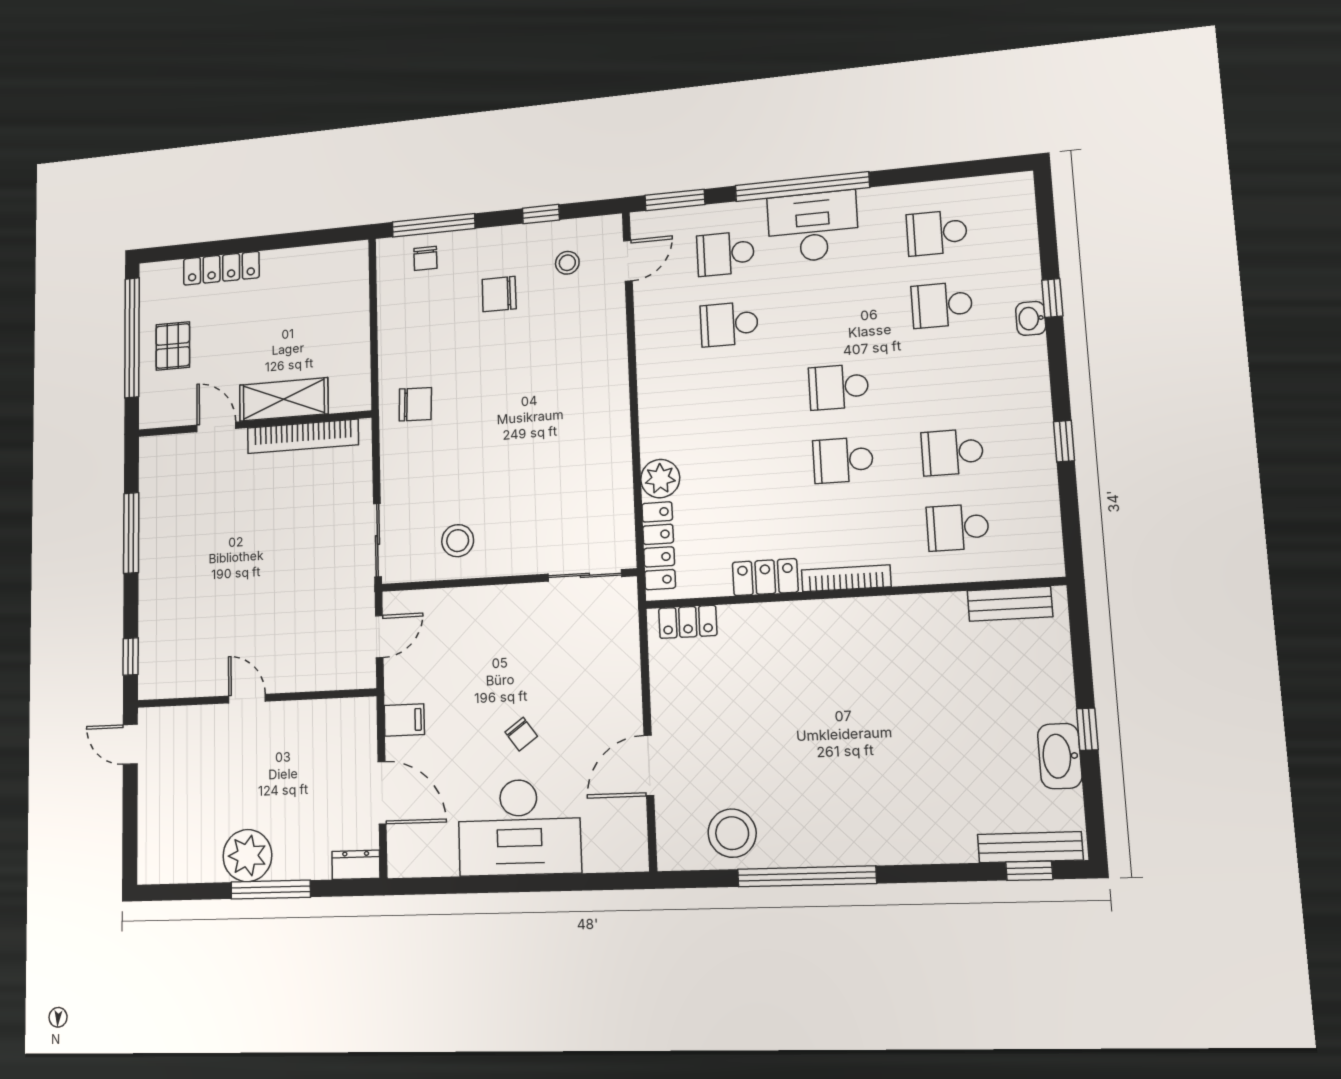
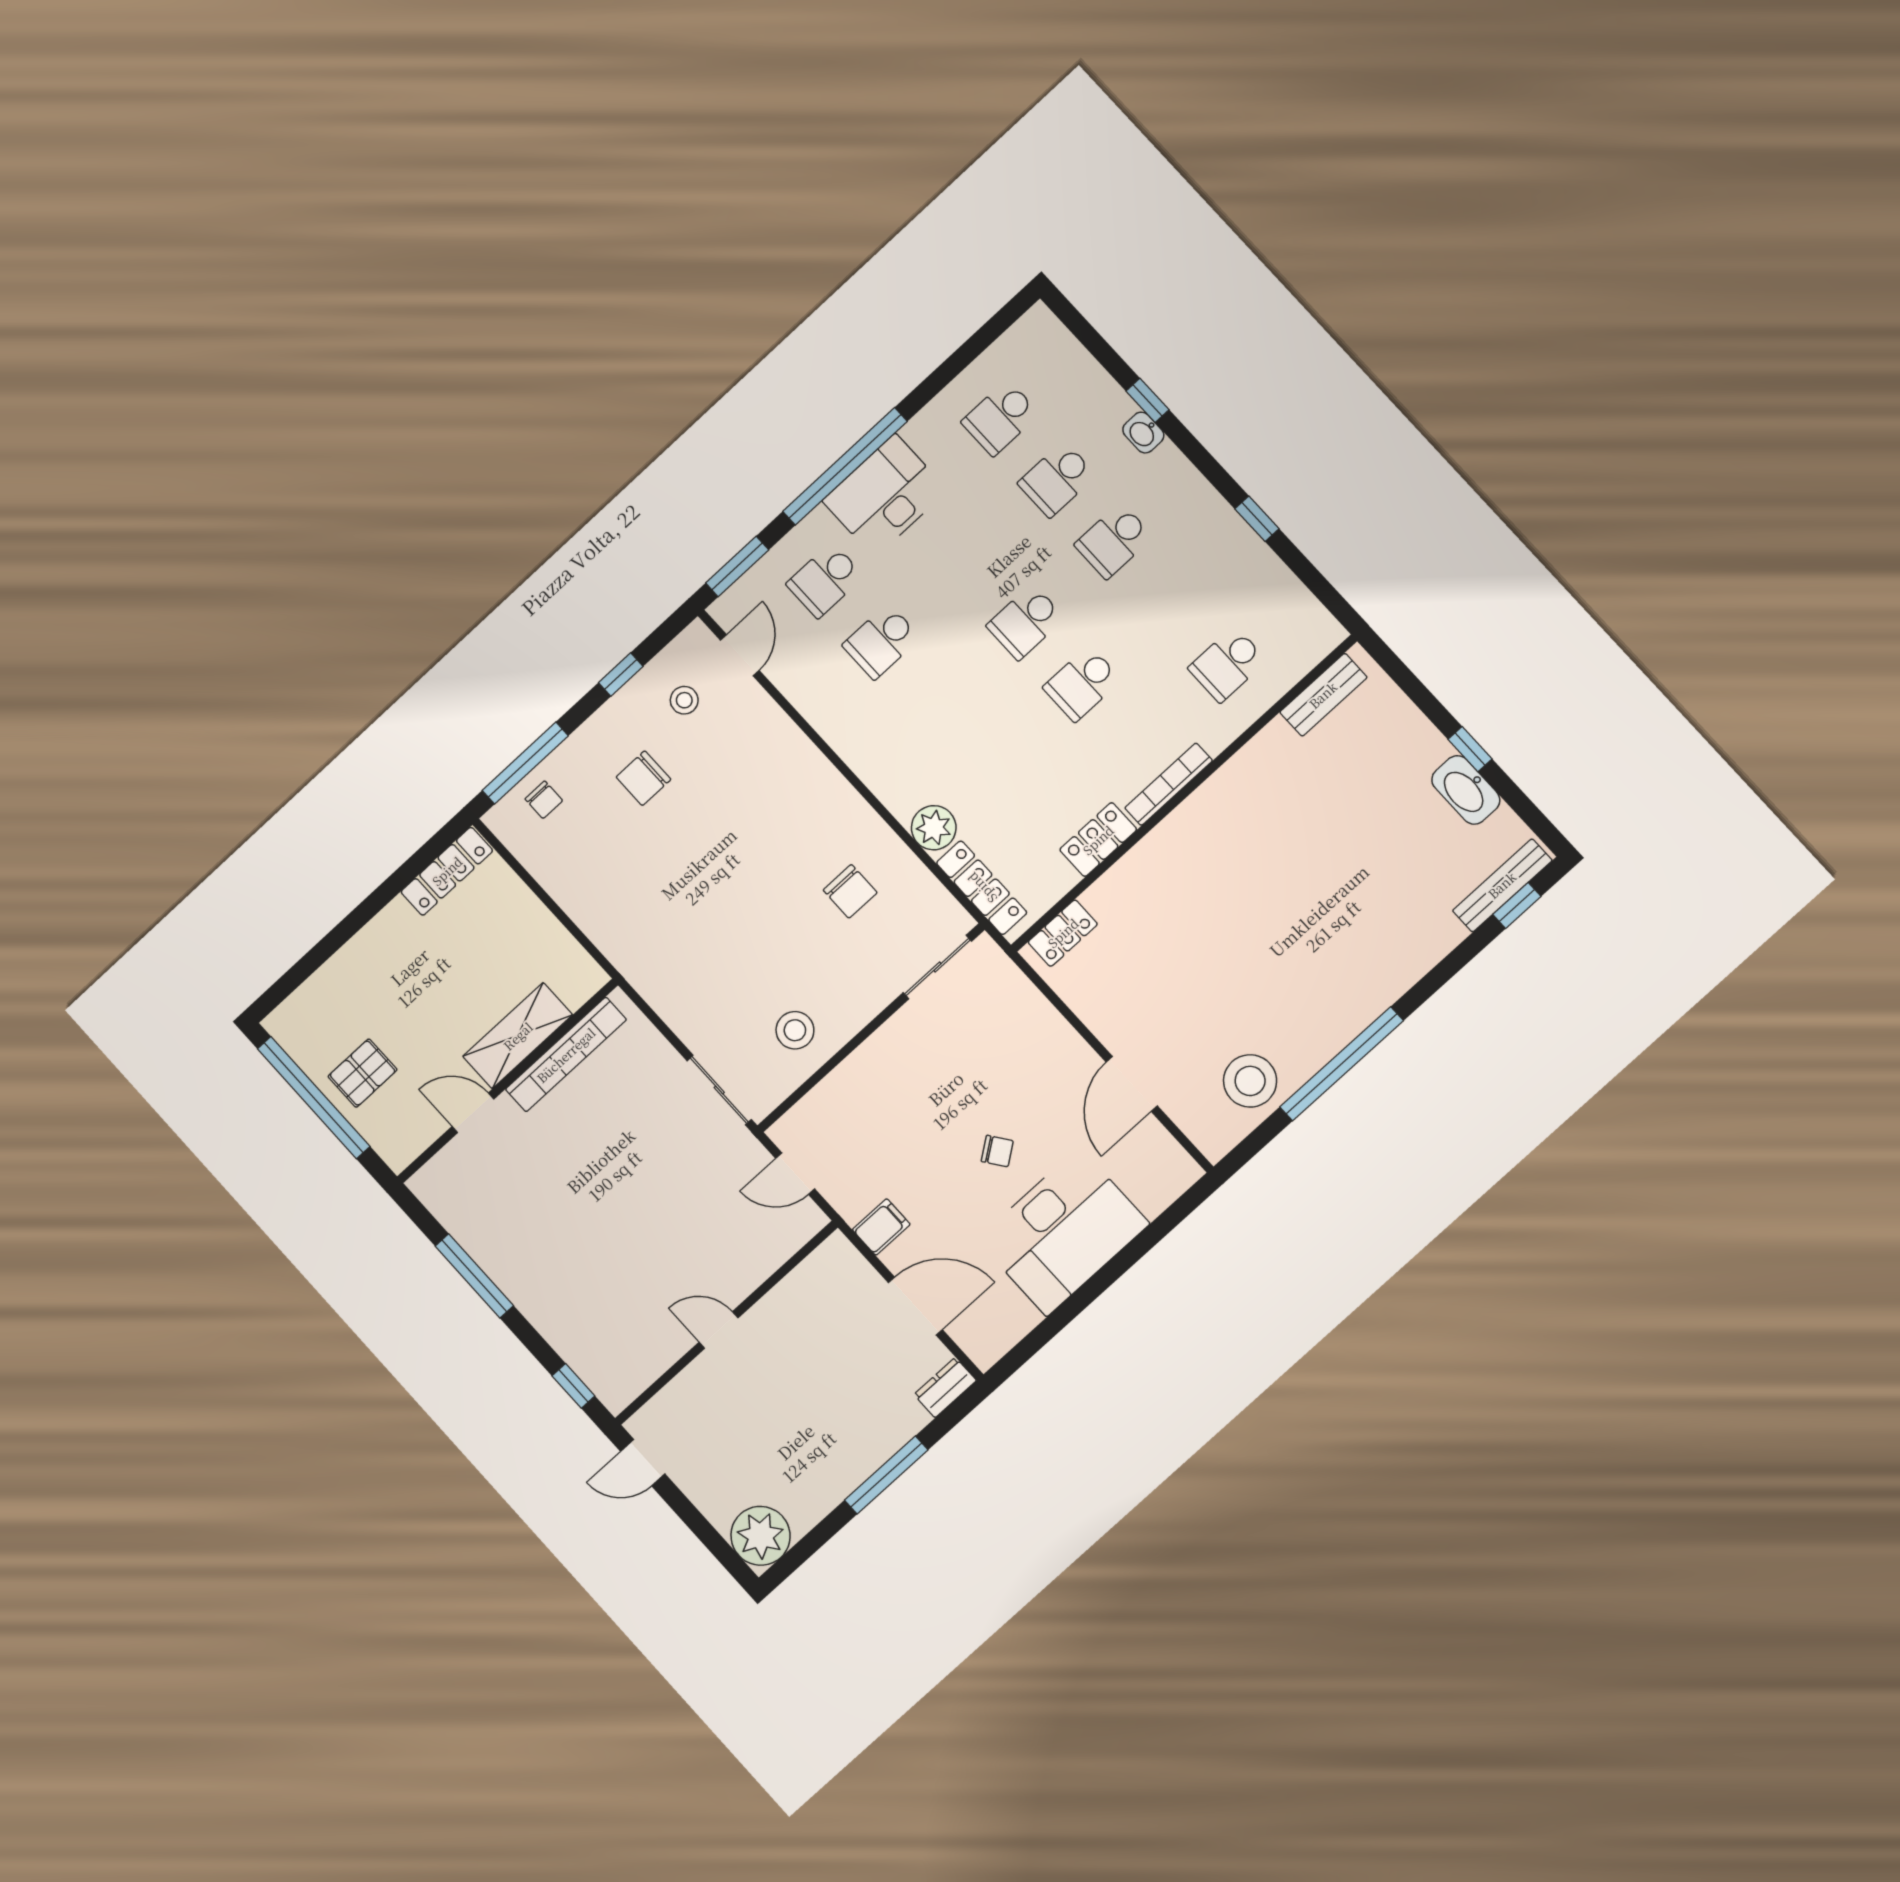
locker: (221, 268) -> (447, 871), moved
pallet: (173, 346) -> (363, 1073), turned 90
chair: (415, 404) -> (850, 891), moved, turned 88
school desk: (952, 452) -> (1114, 541), moved
door: (379, 637) -> (795, 1174), swing flipped
plant: (247, 856) -> (761, 1536), moved

